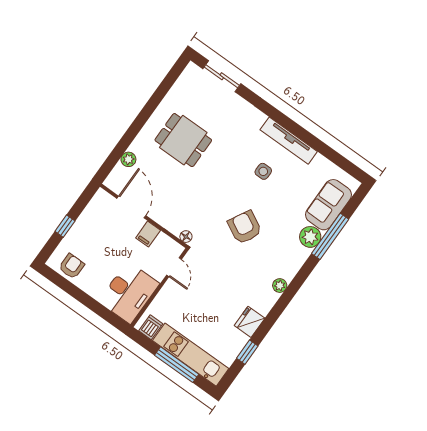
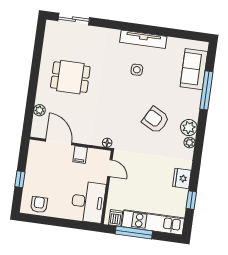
armchair: (245, 227) -> (156, 120), moved
plant: (310, 237) -> (189, 128), moved
window: (177, 365) -> (134, 233), moved

